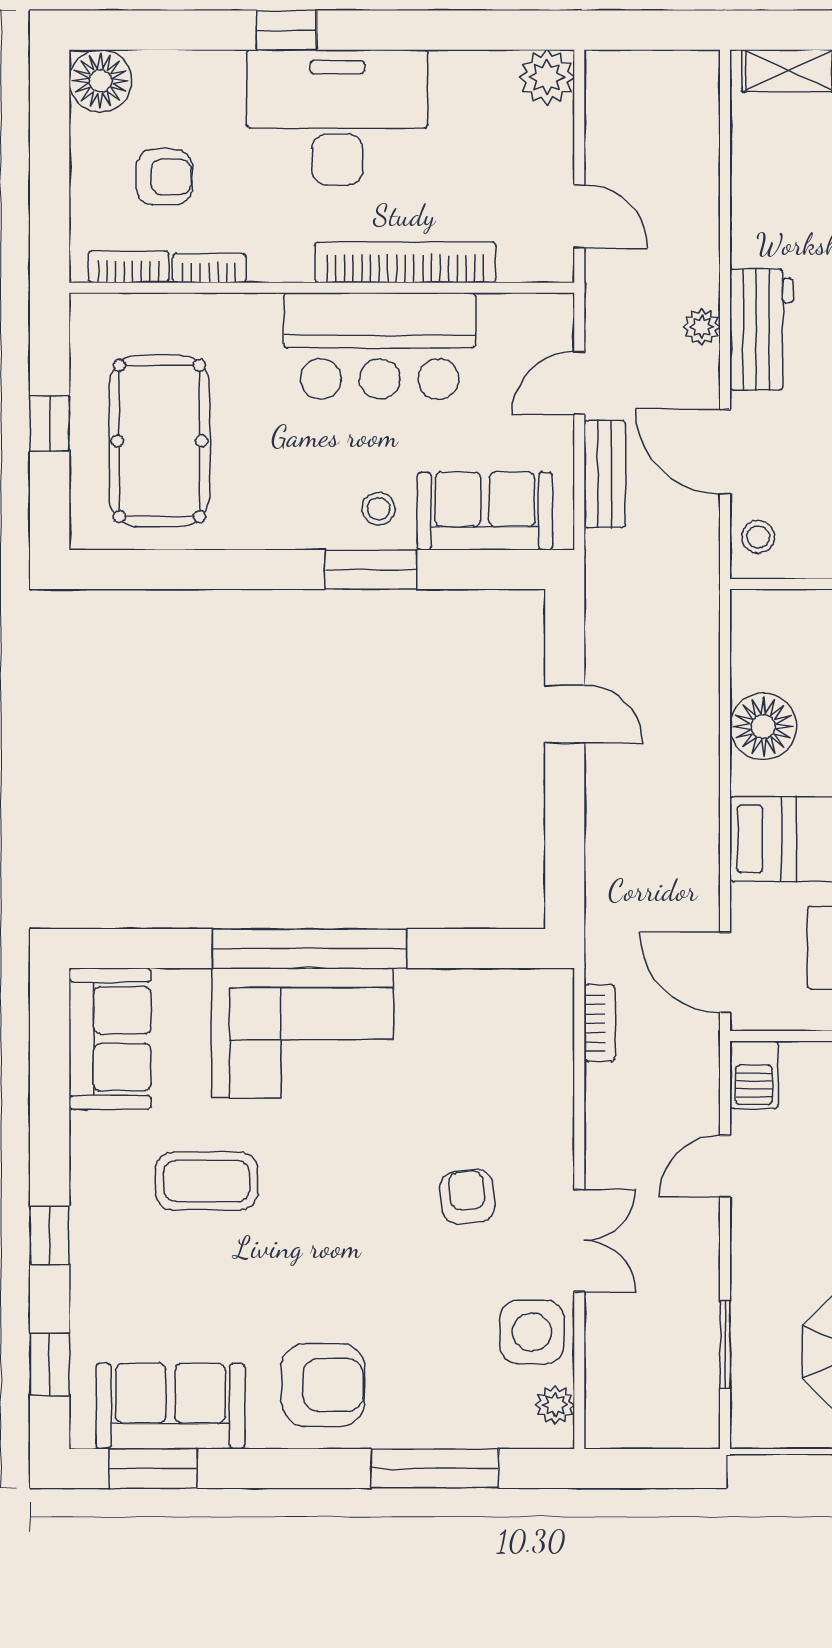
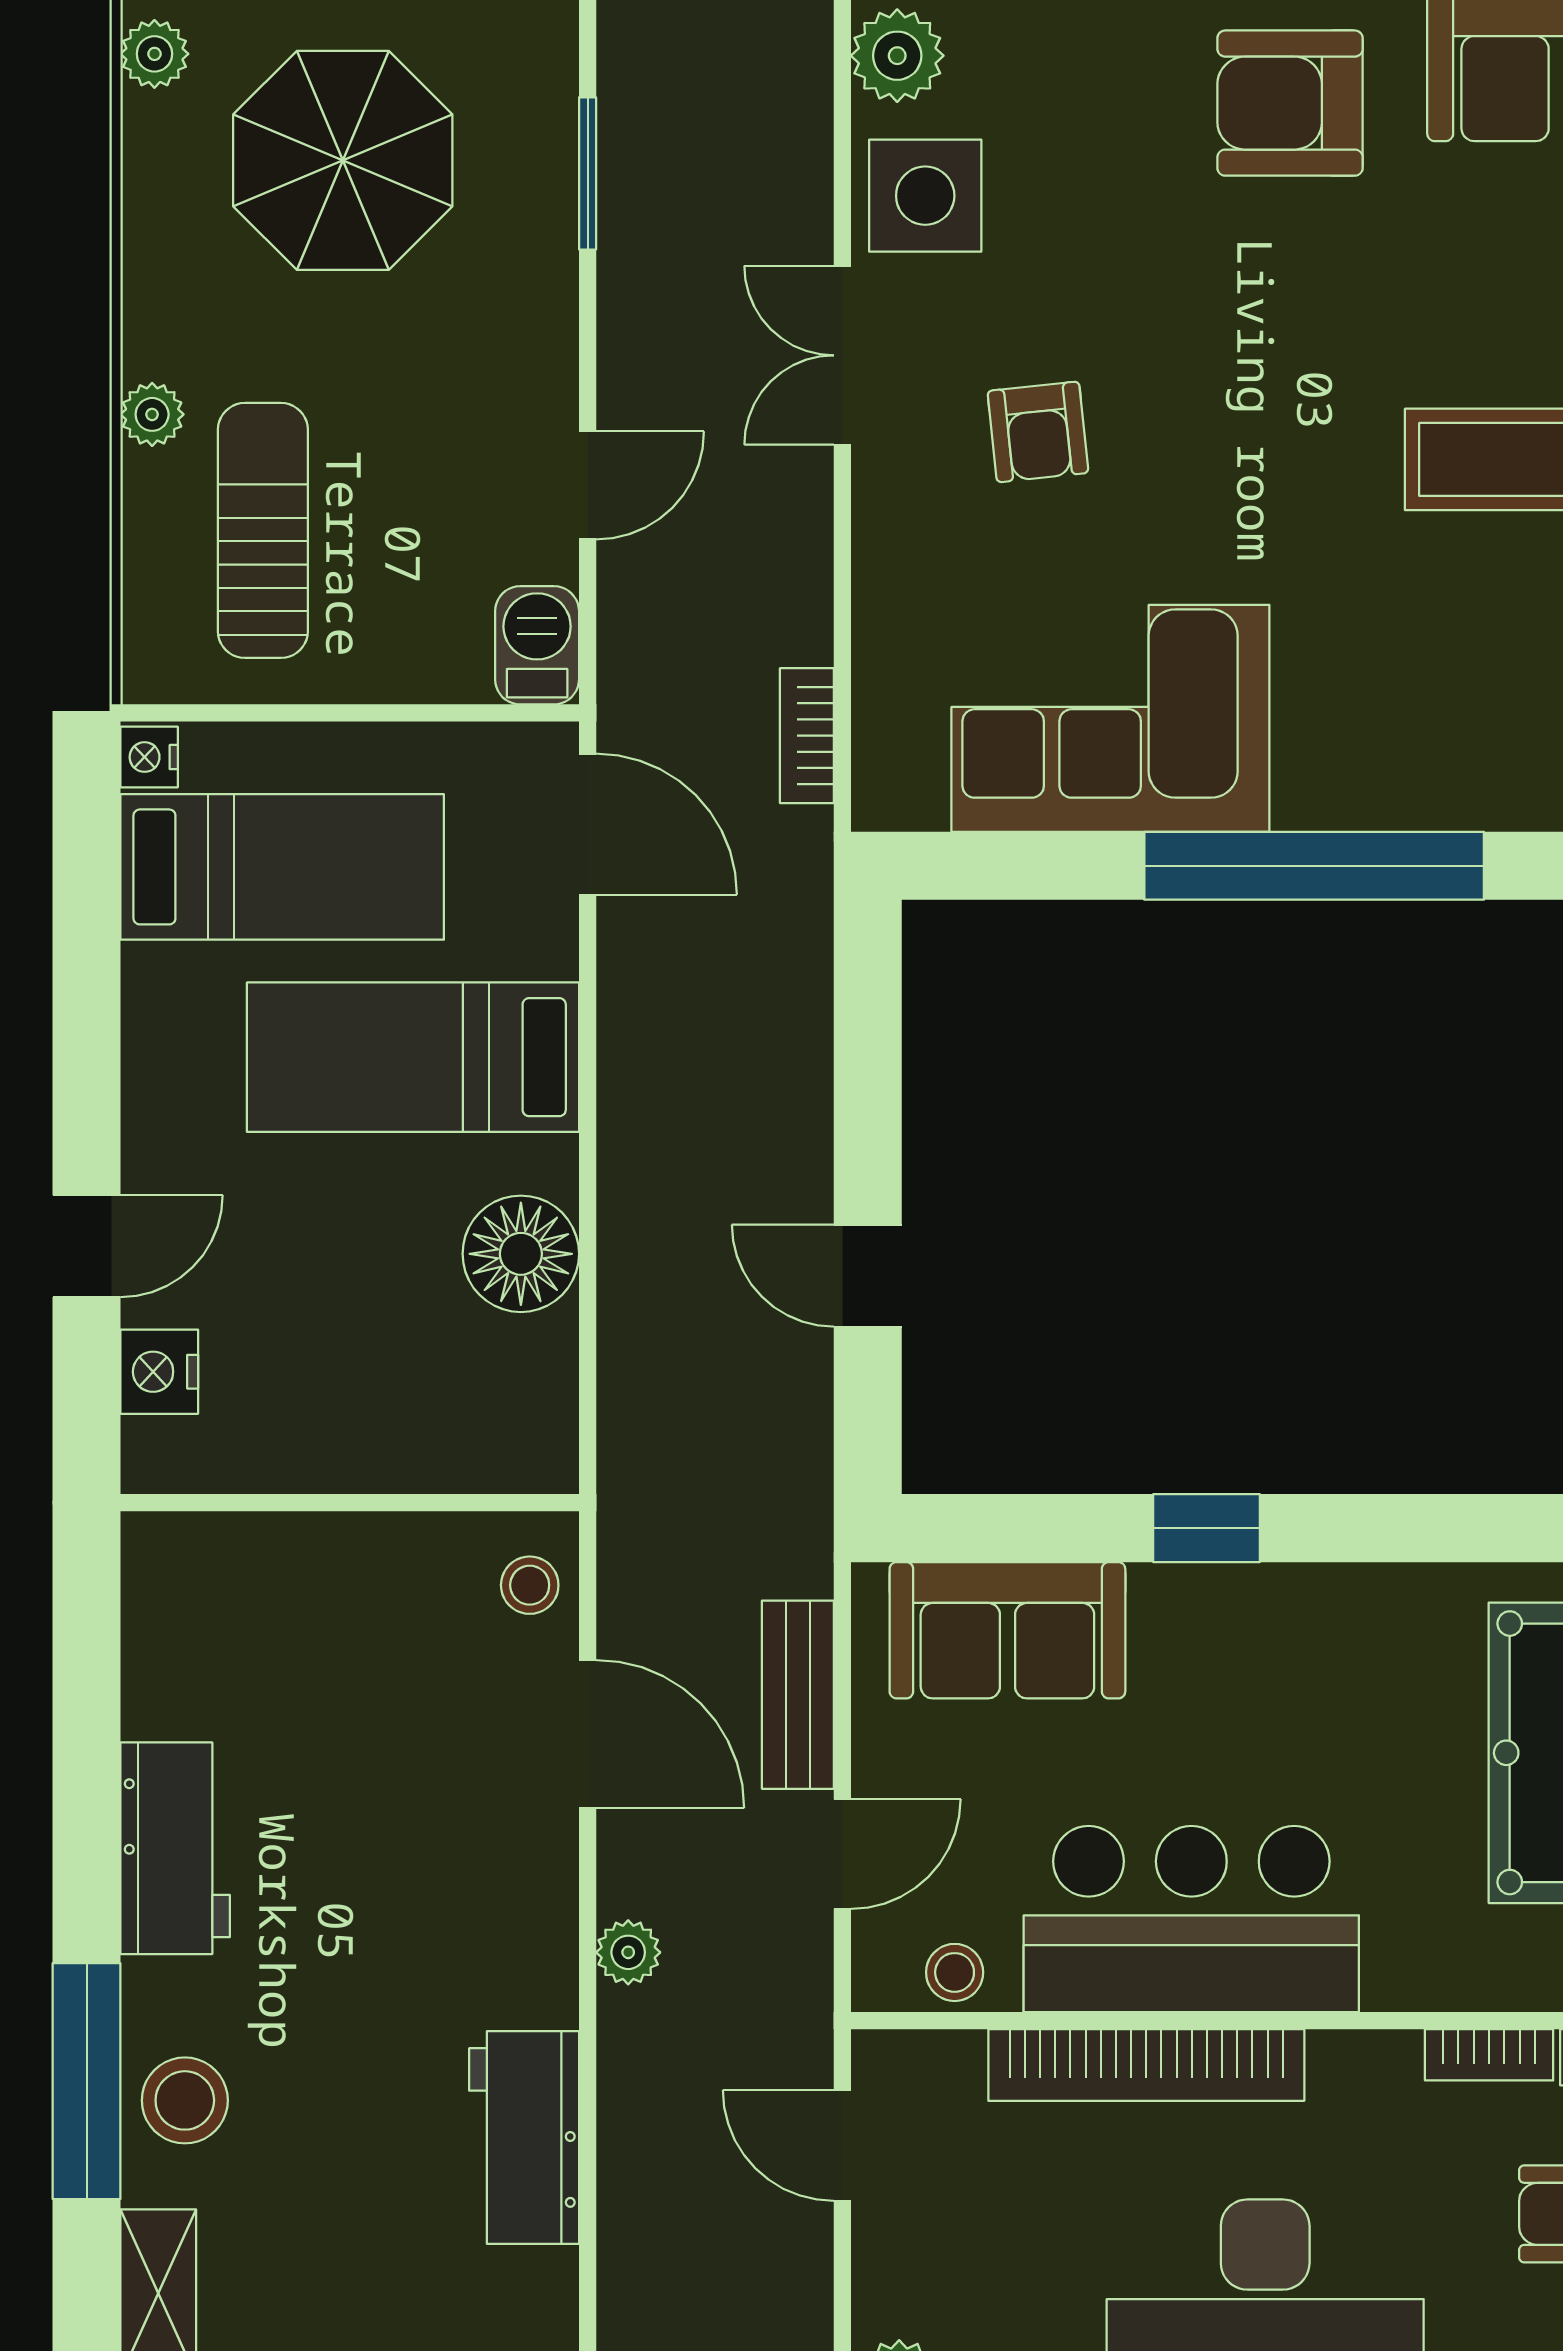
workbench: (761, 330) -> (524, 2138), moved
stool: (379, 509) -> (955, 1972), moved
window: (371, 570) -> (1206, 1528), width x0.67
corner sofa: (302, 1033) -> (1110, 718), moved
plant: (555, 1405) -> (897, 56), width x1.38, depth x1.38

